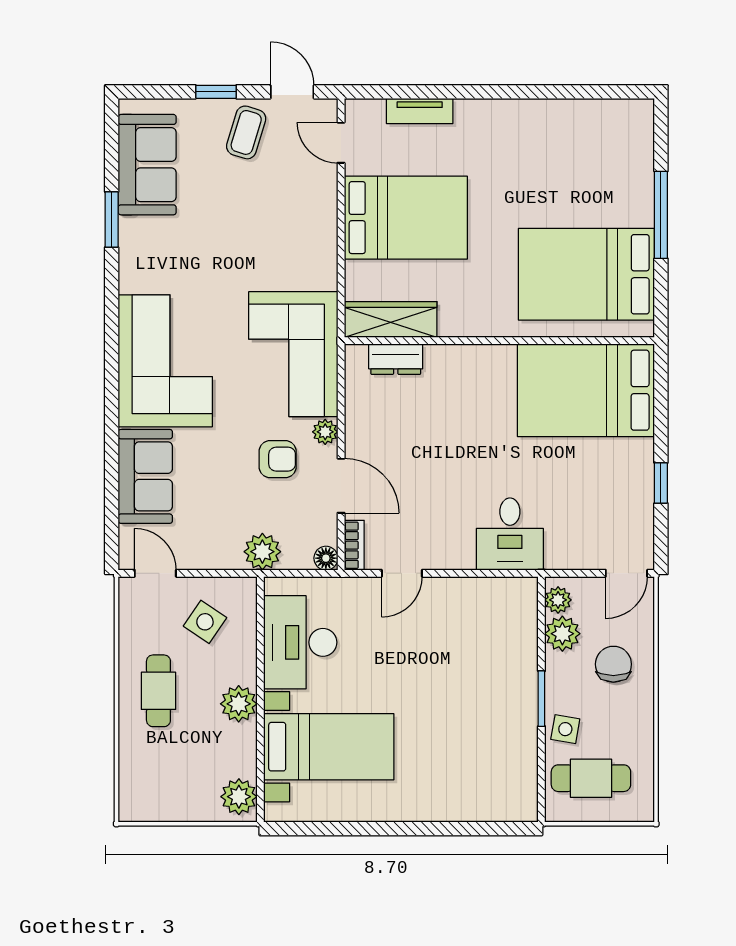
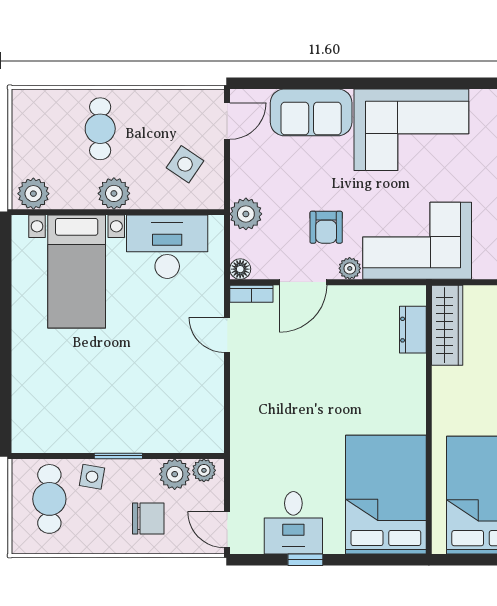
desk: (510, 534) -> (293, 523), moved, turned -90
cafe table: (158, 691) -> (100, 129), moved, turned 90

